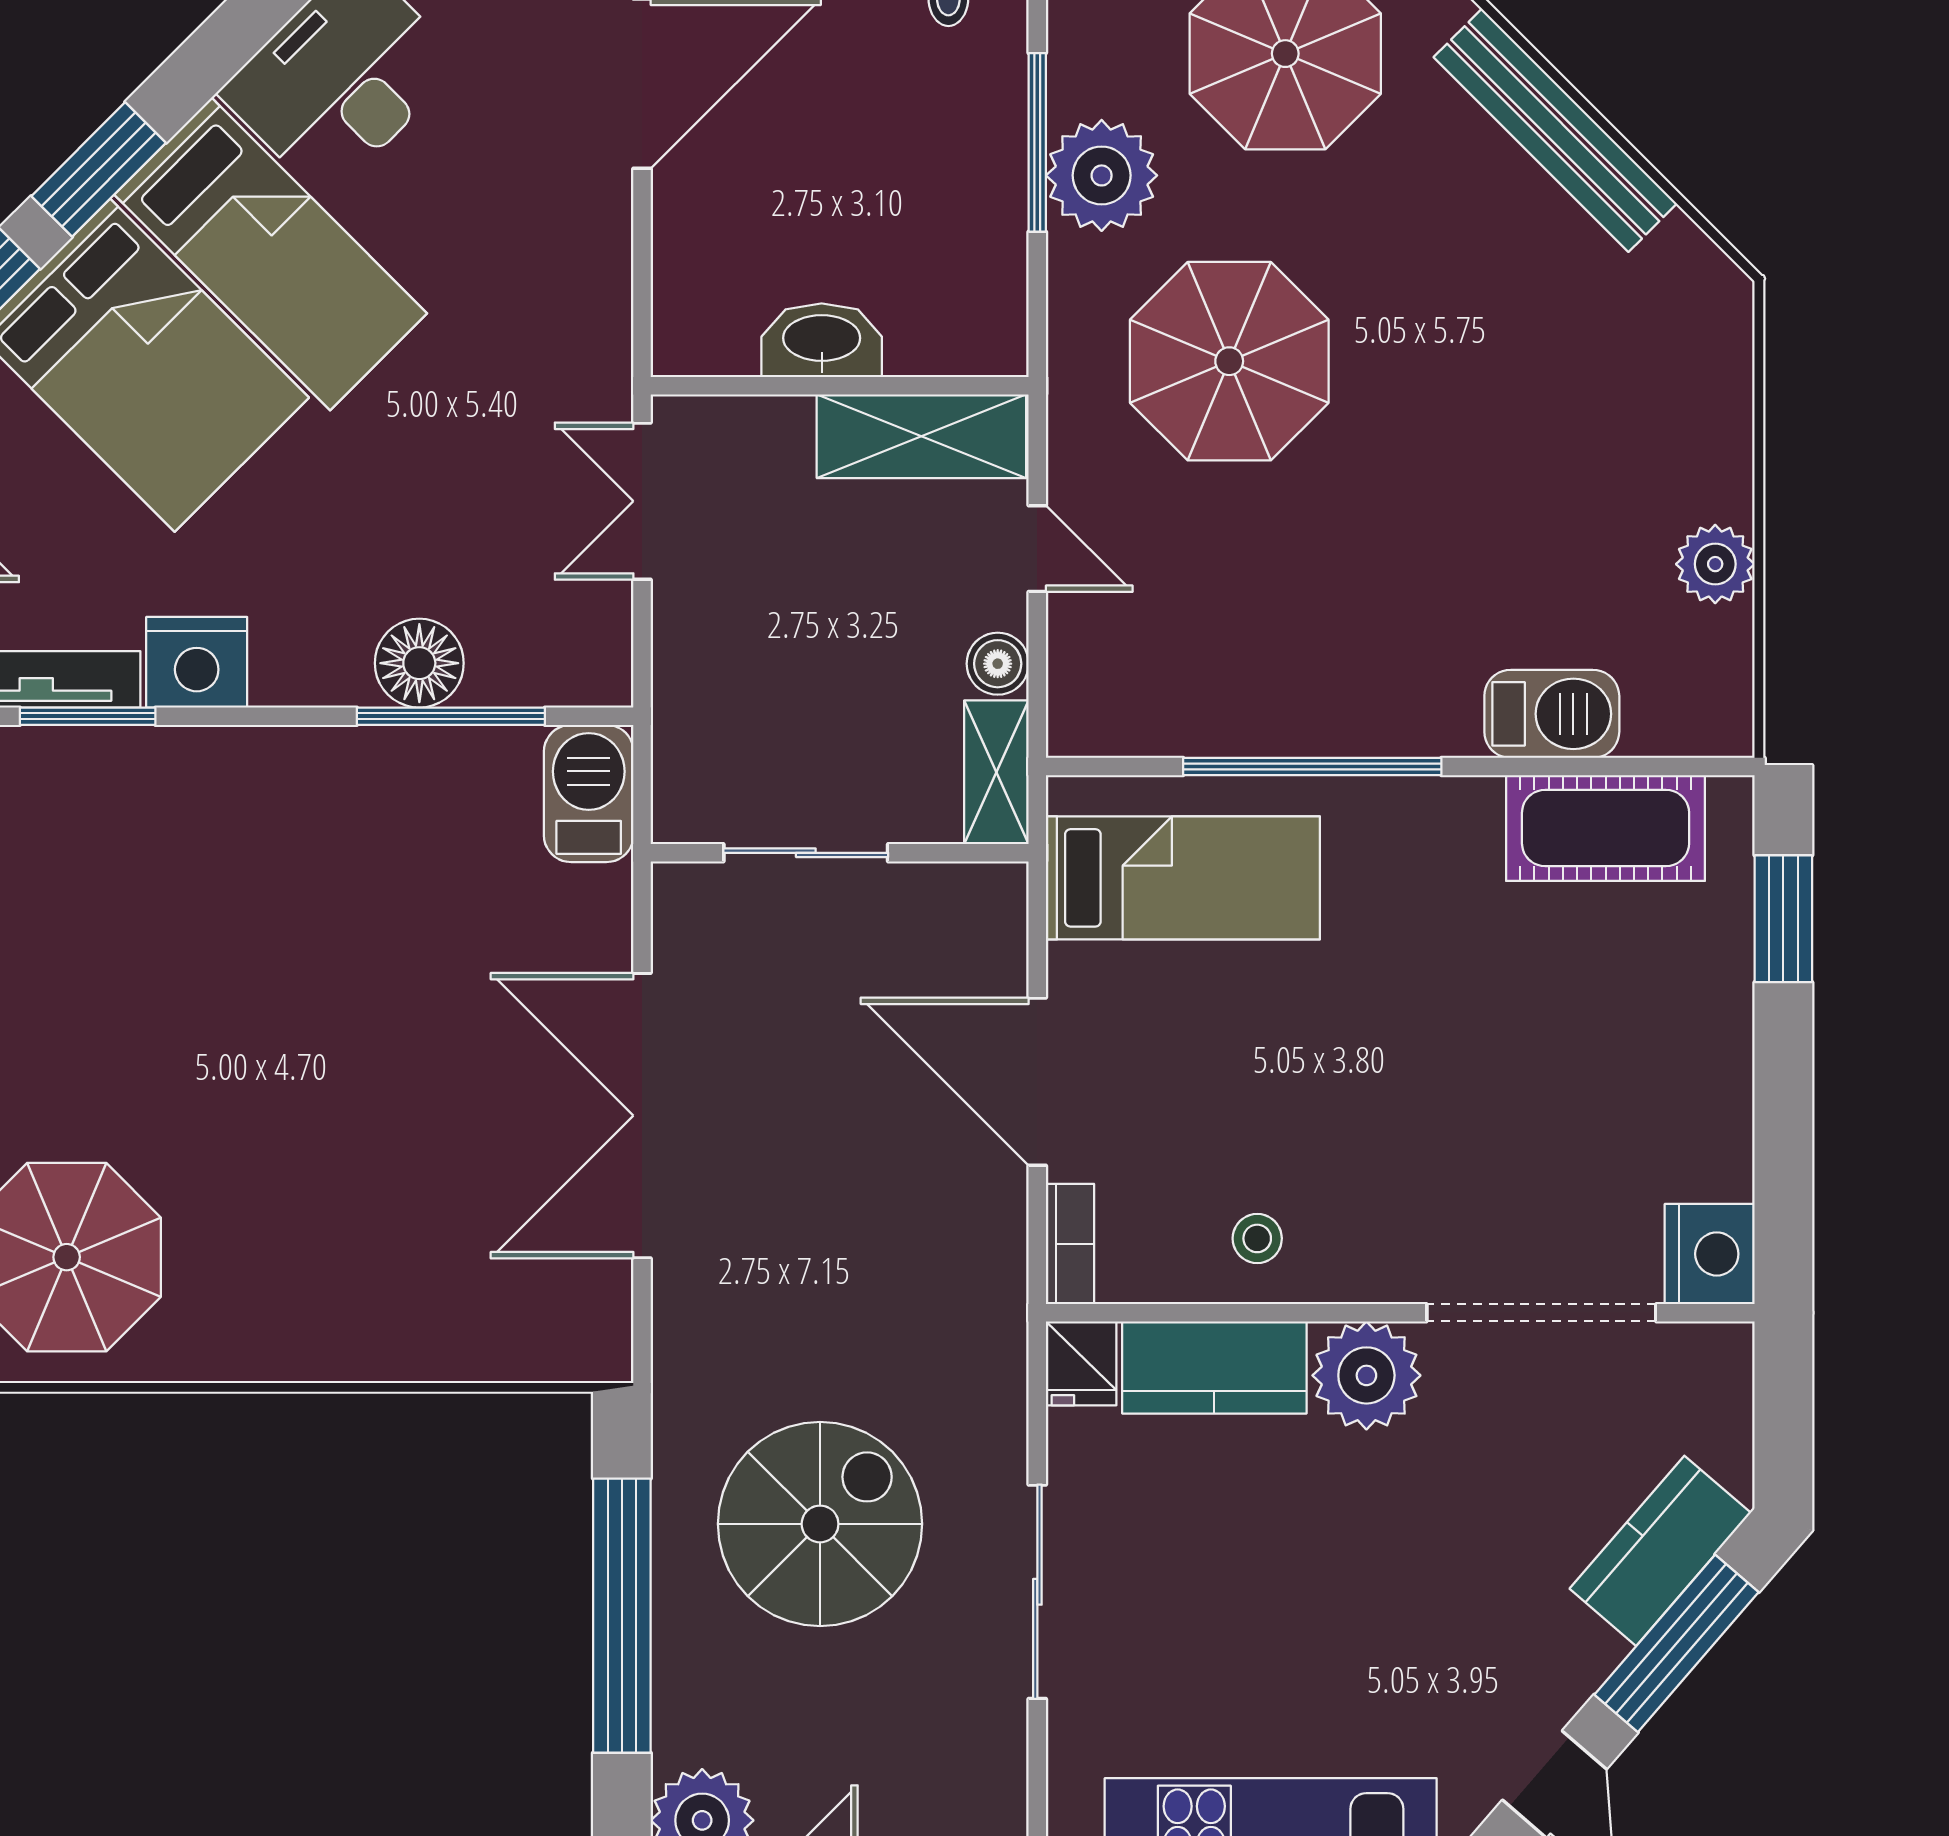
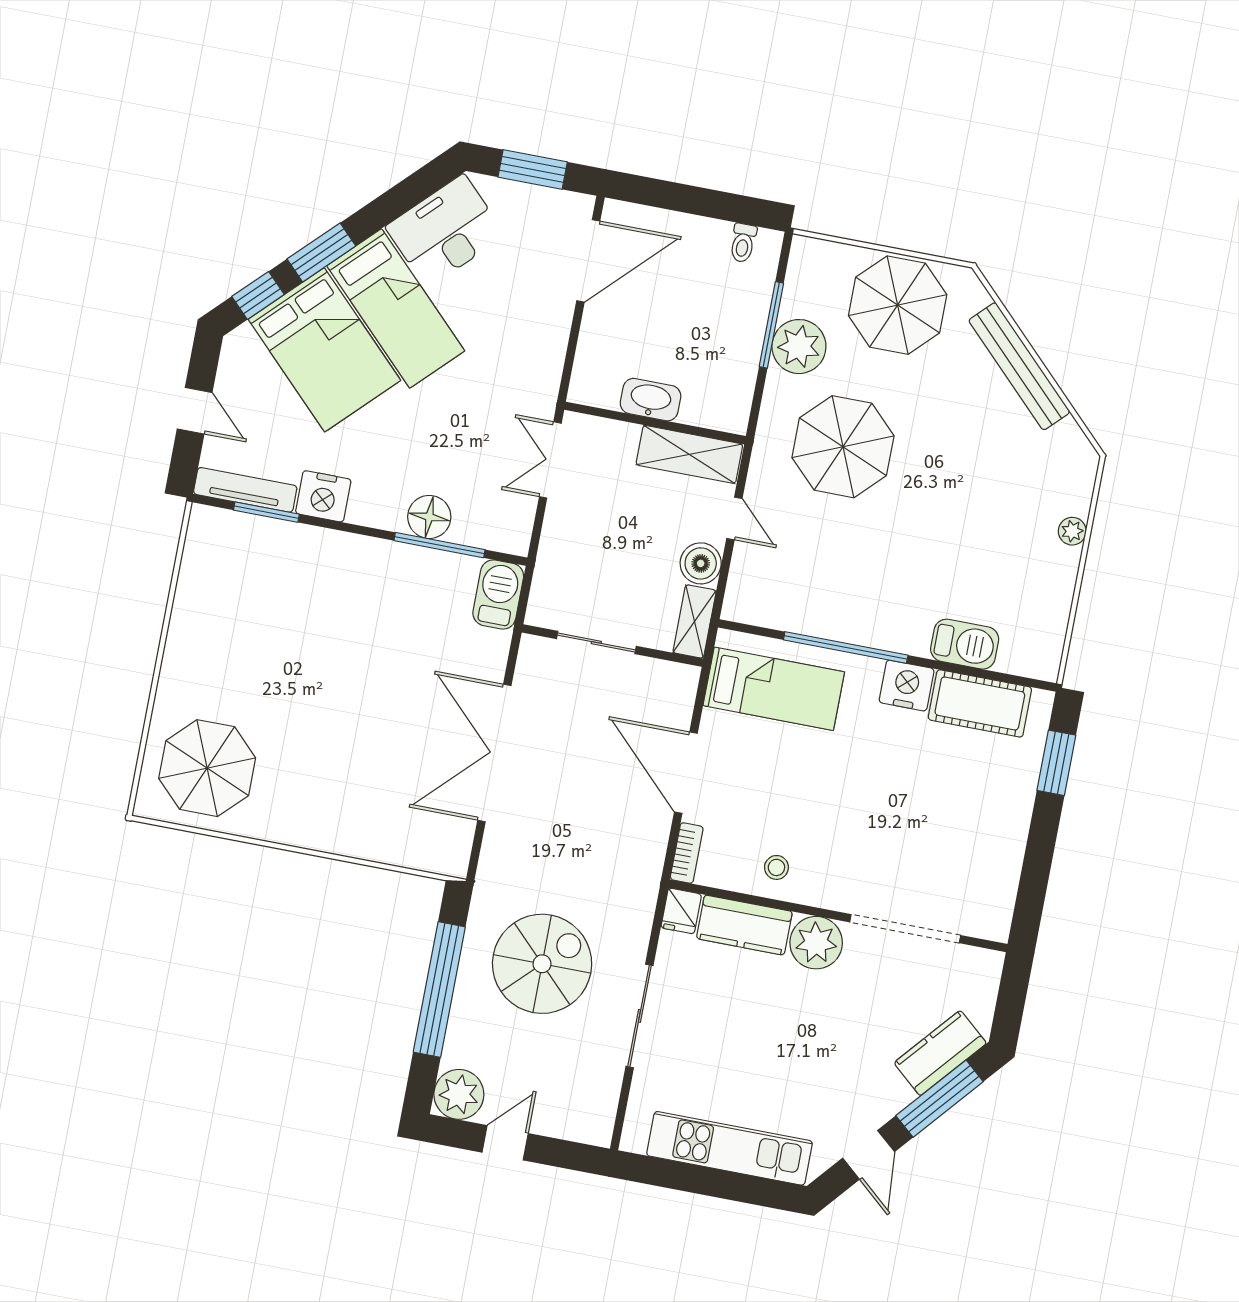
plant: (1715, 564) -> (1072, 531), moved, width x0.73, depth x0.73
boiler: (998, 664) -> (701, 563), width x1.36, depth x1.36
nightstand: (1710, 1254) -> (907, 686), moved, turned -90

